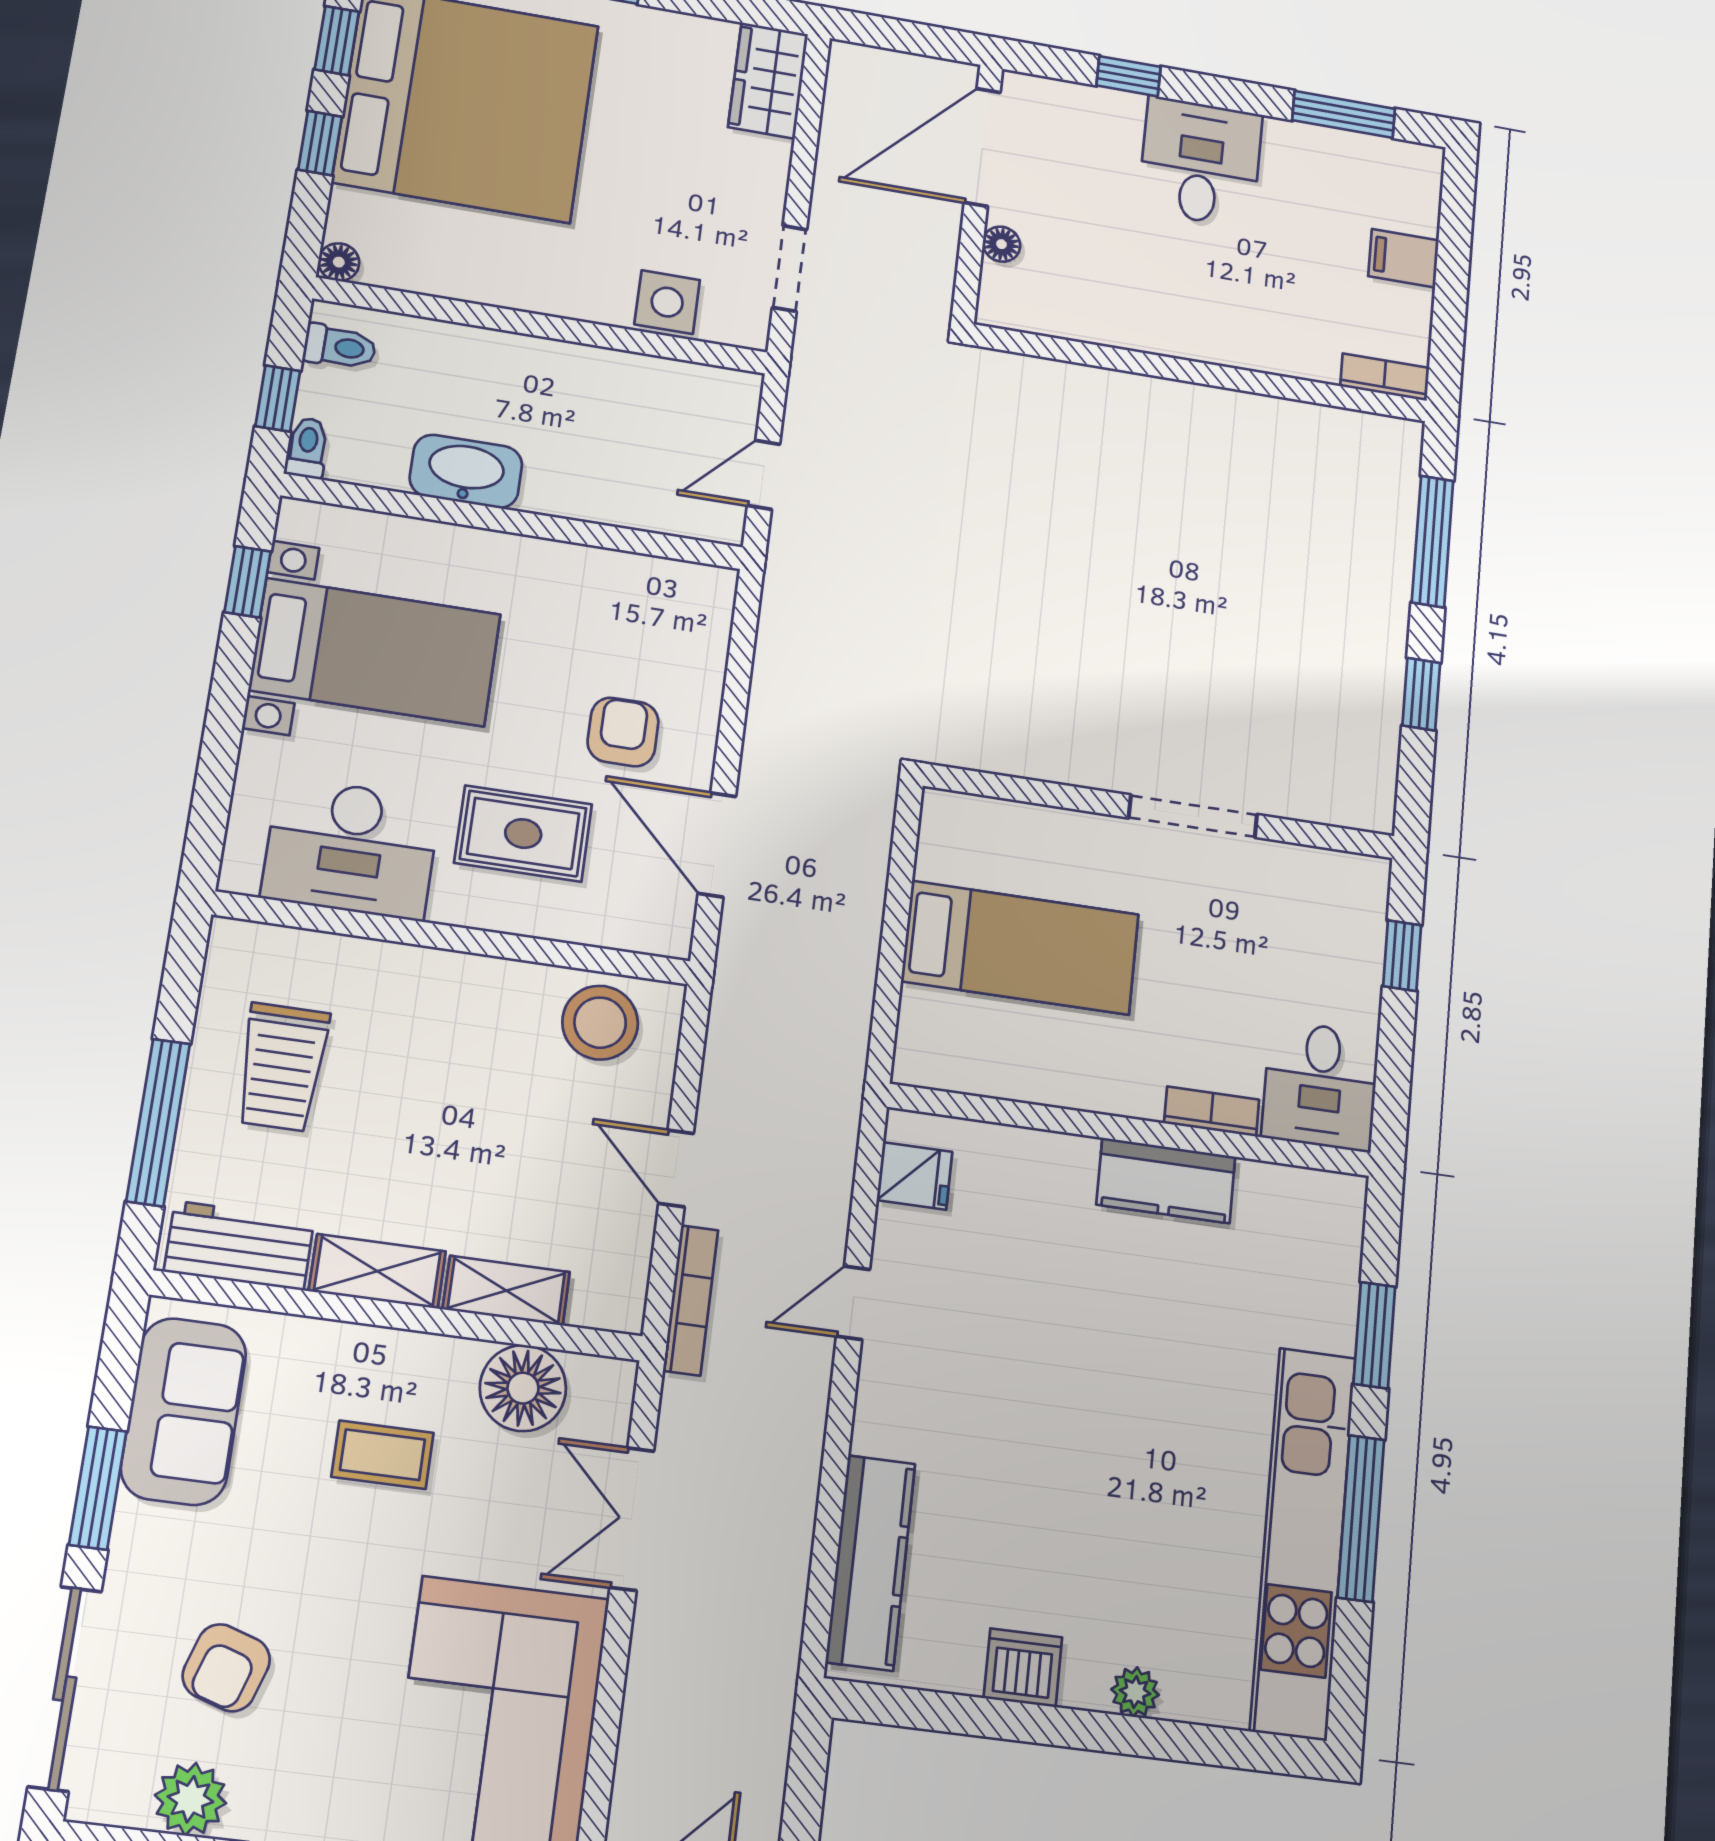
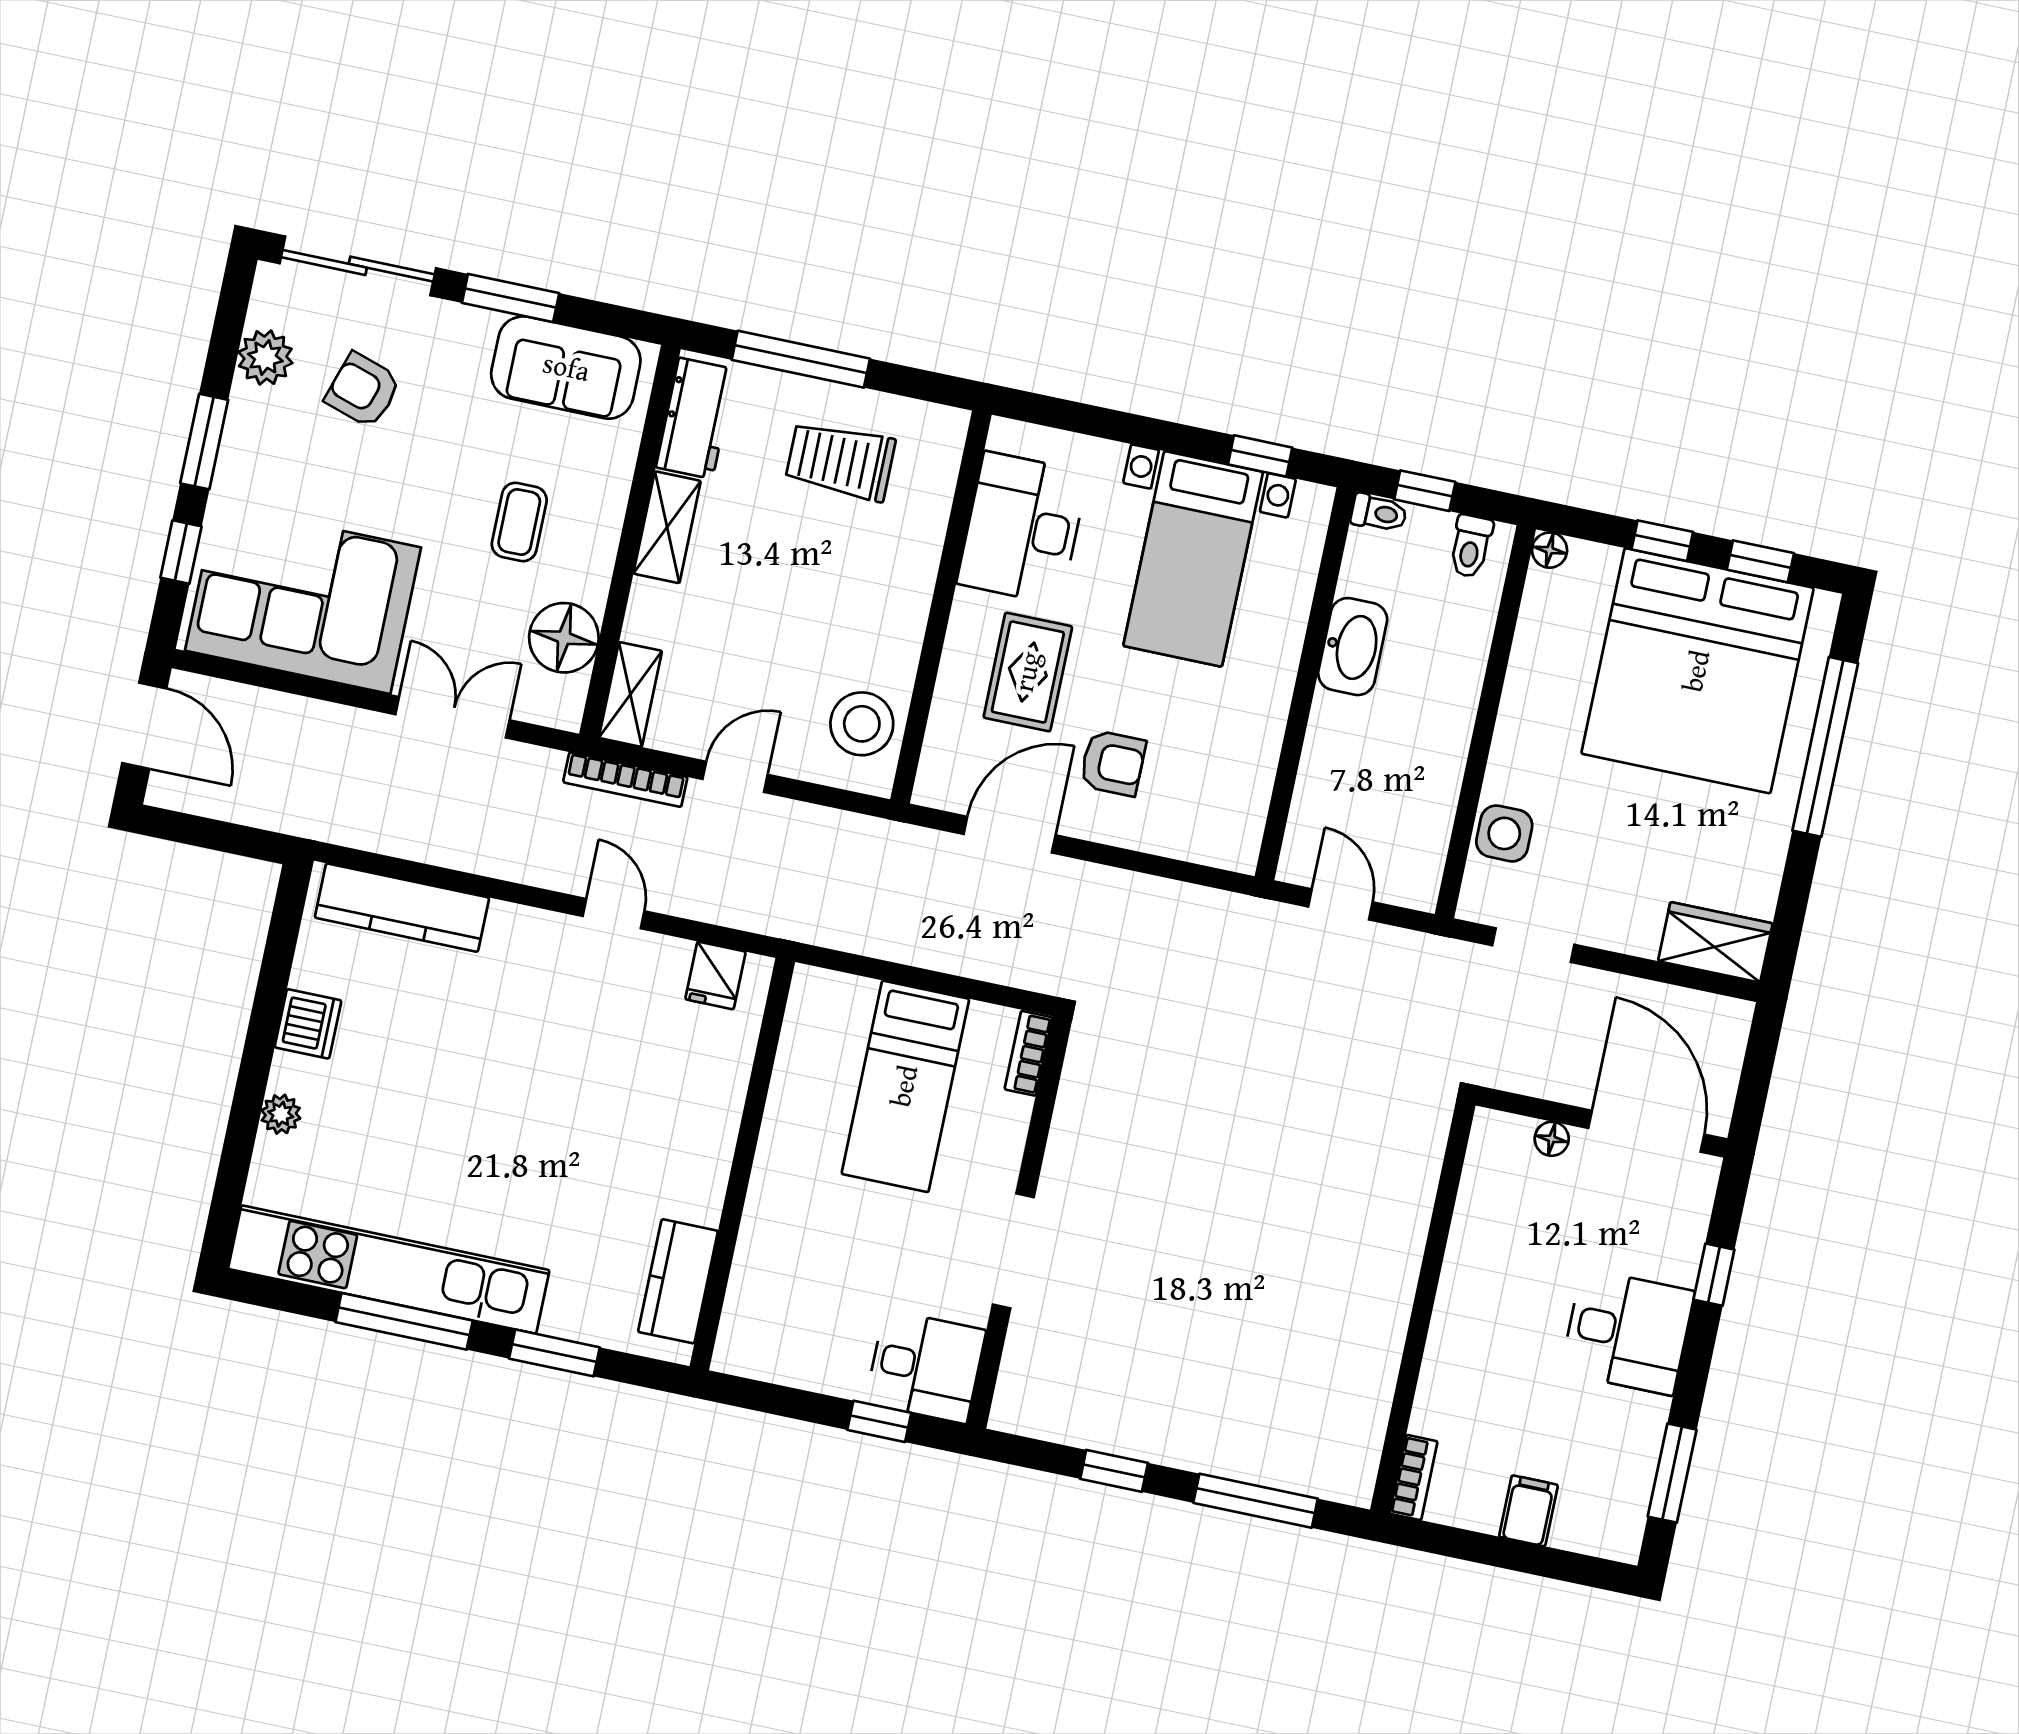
desk: (1320, 1086) -> (926, 1367), moved, turned 180
bookcase: (1212, 1111) -> (1028, 1053), moved, turned 180
kitchen counter: (1166, 1181) -> (678, 1281), moved
shelving: (506, 1291) -> (630, 694), moved

